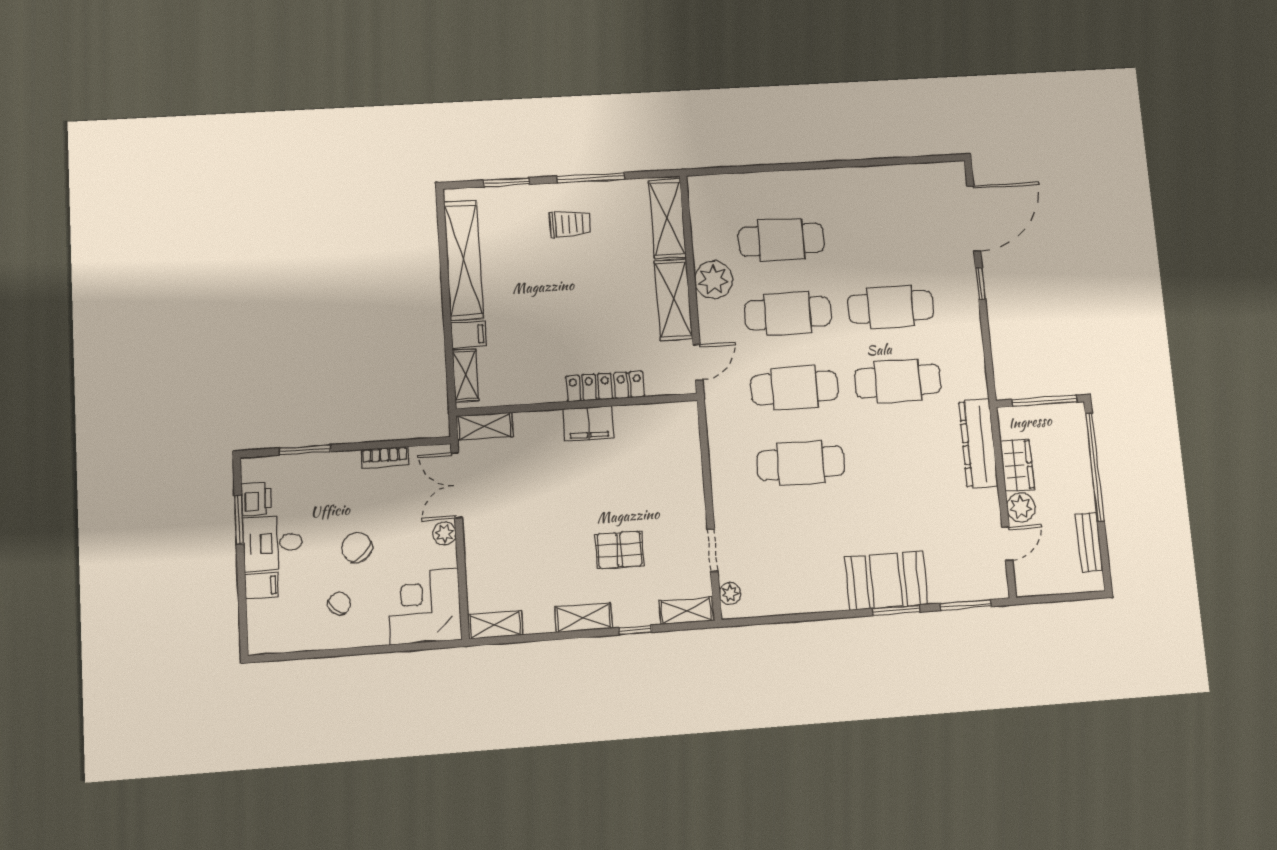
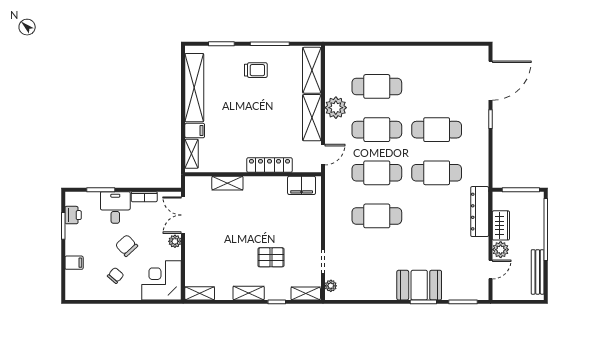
filing cabinet: (588, 423) -> (302, 185), moved
shelving: (485, 426) -> (227, 183), moved
bench: (1089, 542) -> (538, 272), width x1.36
desk: (273, 543) -> (115, 207), moved, turned 90

